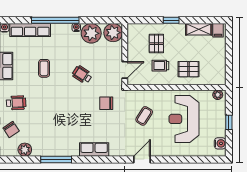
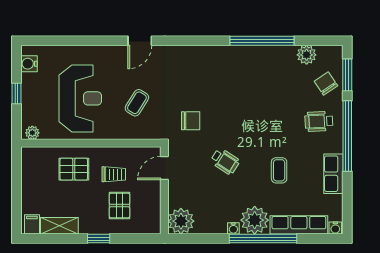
plant: (91, 33) -> (255, 220), moved
row of seats: (94, 149) -> (208, 55), removed
window: (56, 159) -> (262, 41), width x1.46

